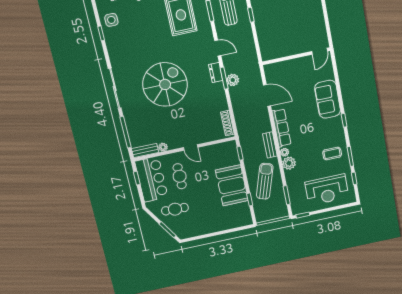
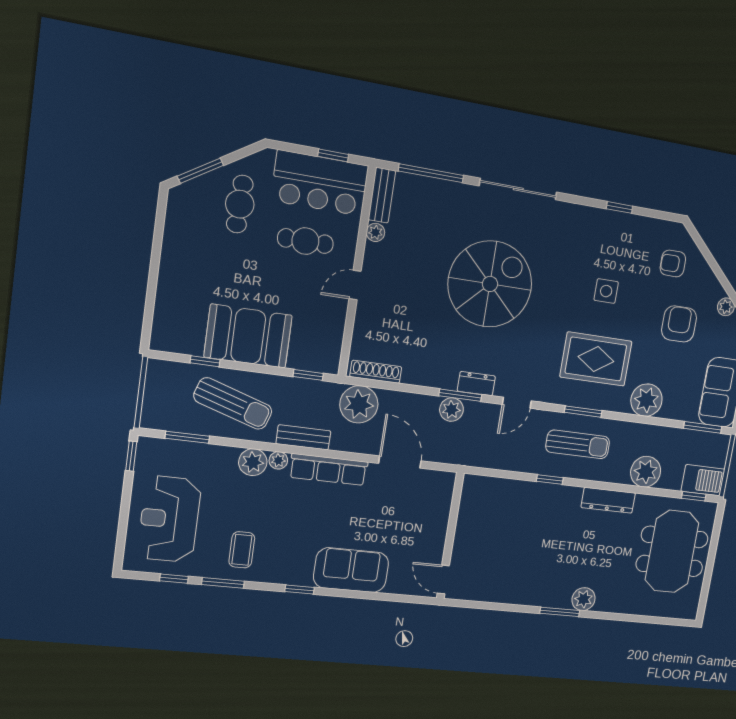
side table: (111, 20) -> (606, 291), moved
spiral stairs: (165, 84) -> (490, 284), turned -90
door: (267, 95) -> (400, 462), swing flipped
plant: (246, 125) -> (359, 404), added

